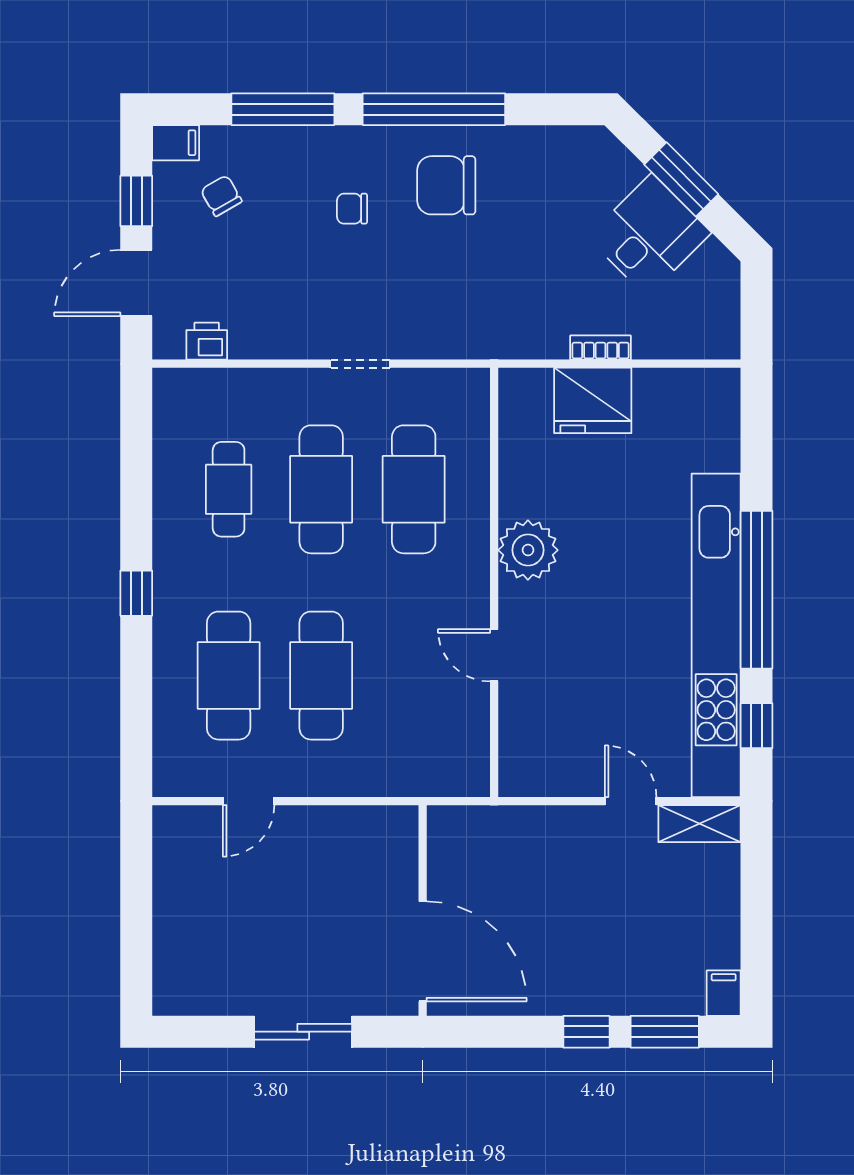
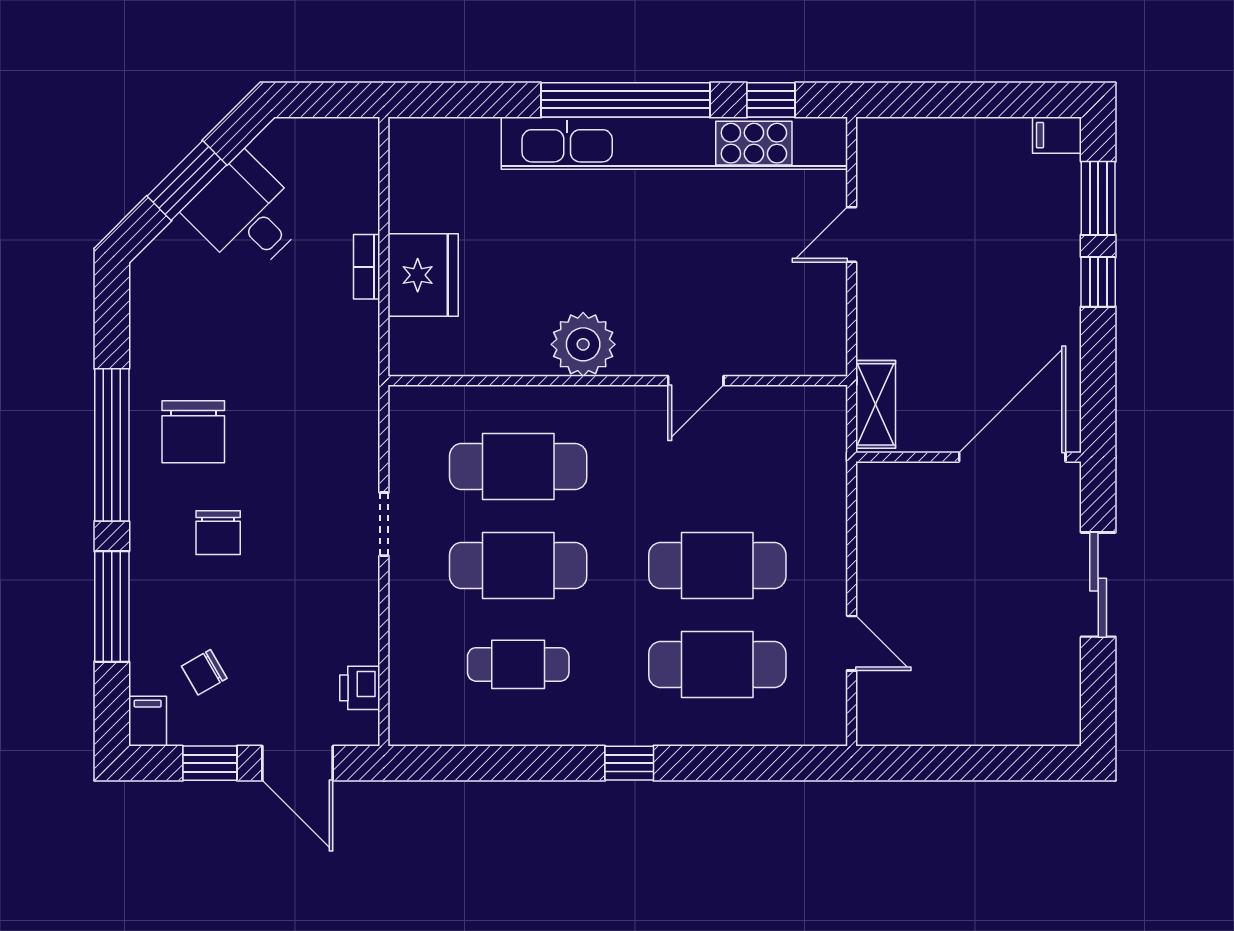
chair: (352, 209) -> (218, 533), width x1.37, depth x1.37
shelving: (700, 824) -> (876, 404), moved

